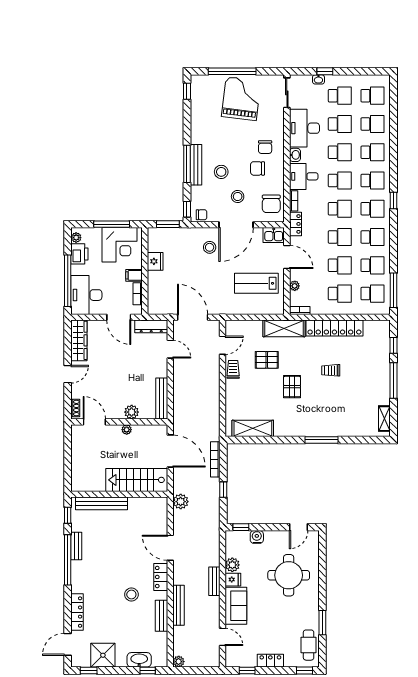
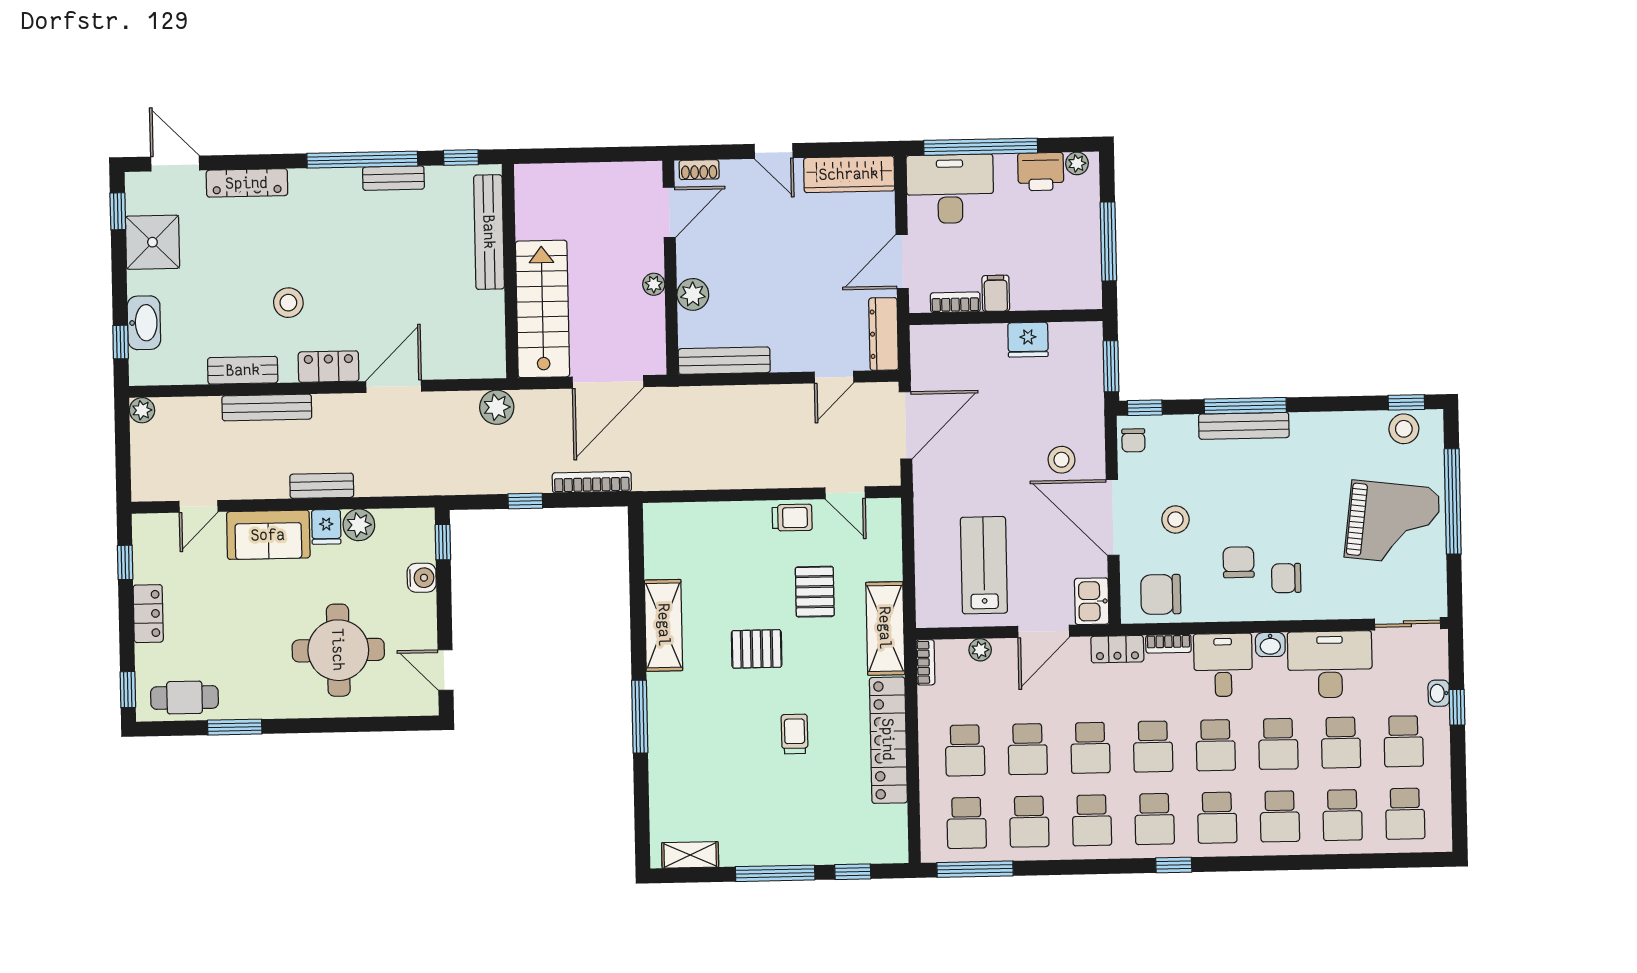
stool: (221, 172) -> (1404, 429), moved
corner desk: (119, 245) -> (1063, 260), removed
shelving: (253, 428) -> (664, 625), moved

